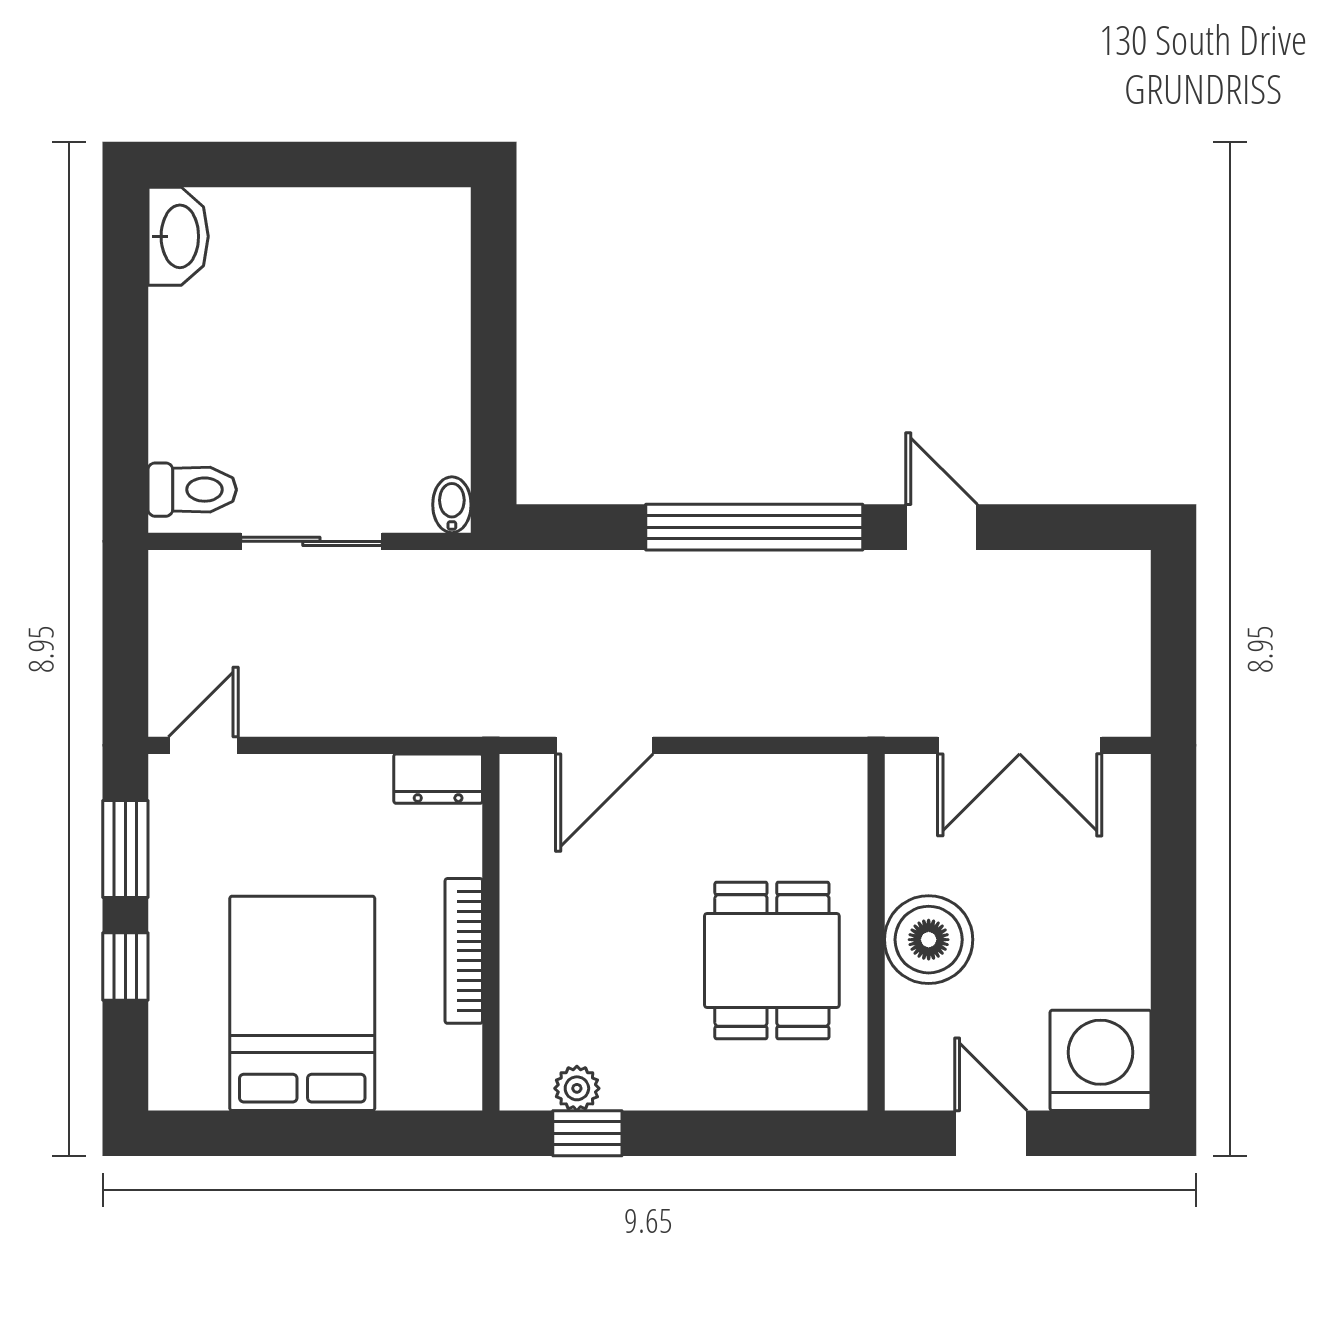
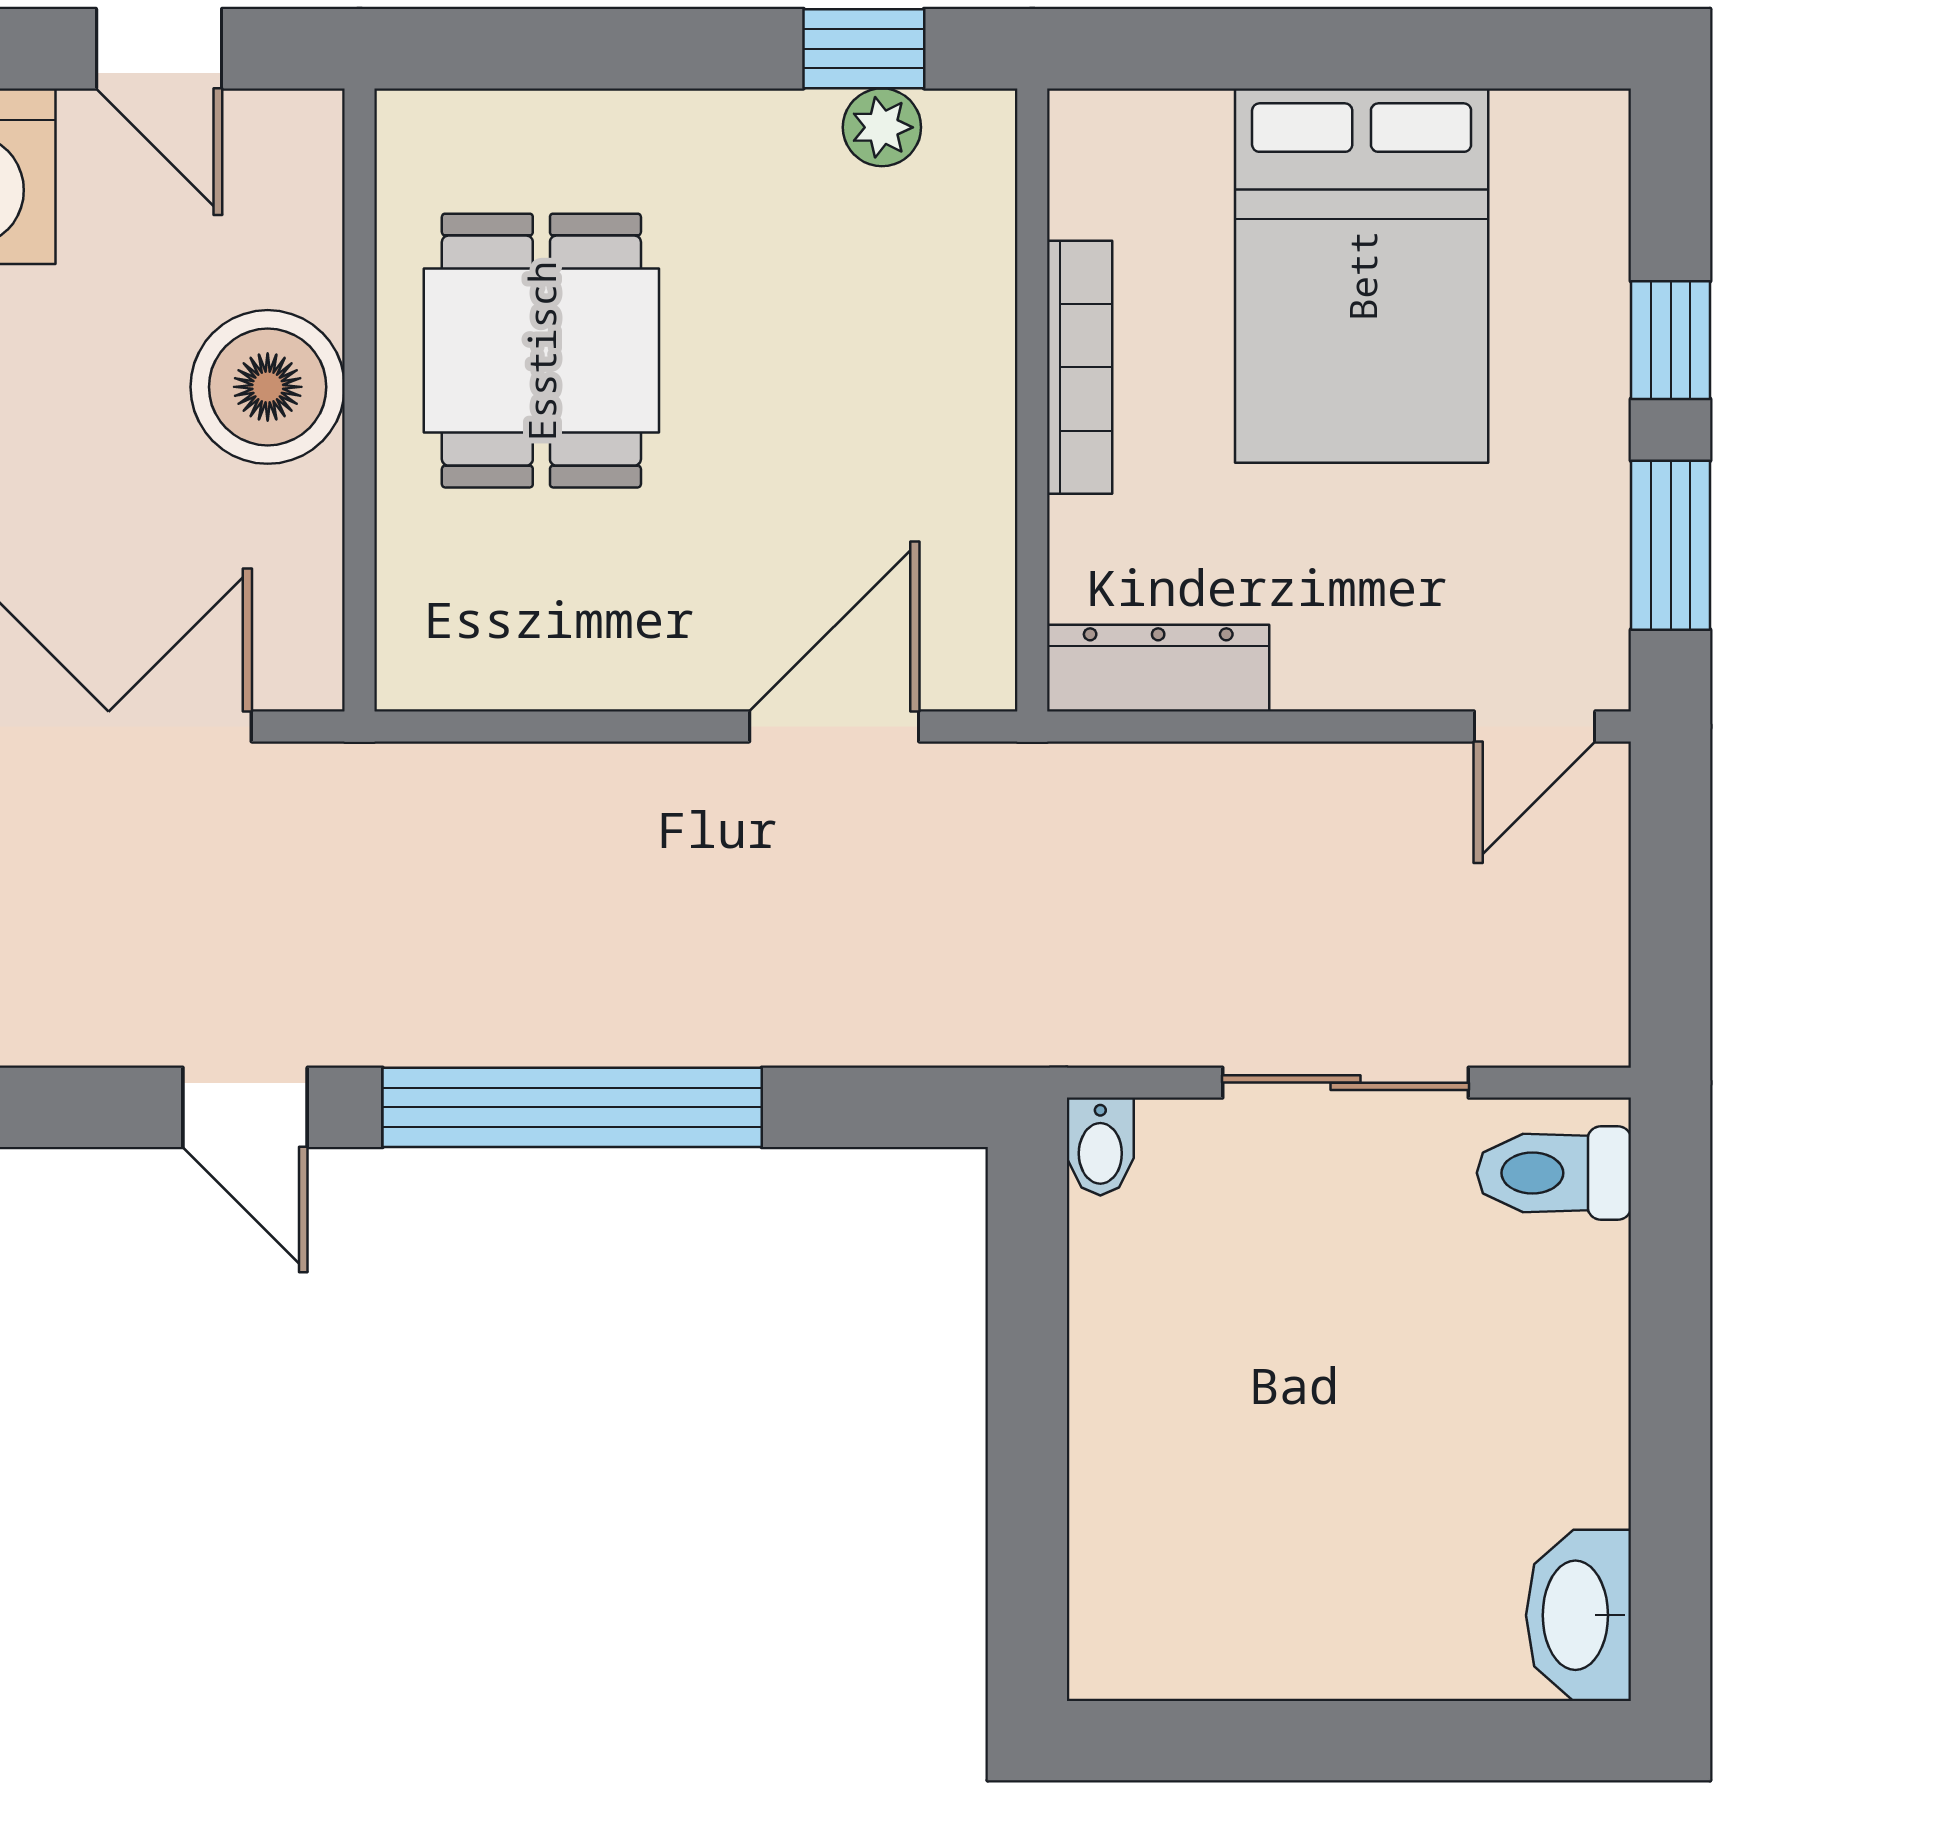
dresser: (438, 779) -> (1158, 668), width x1.44

